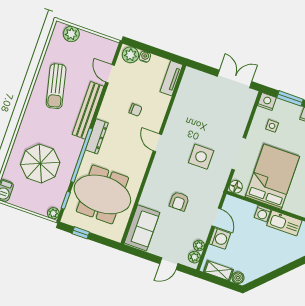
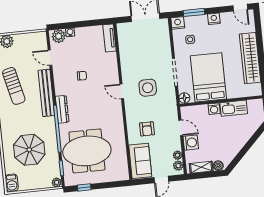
tv unit: (171, 78) -> (110, 38), moved
door: (157, 143) -> (122, 91), moved
wall: (153, 154) -> (123, 102), moved
sofa: (142, 228) -> (140, 161), moved

